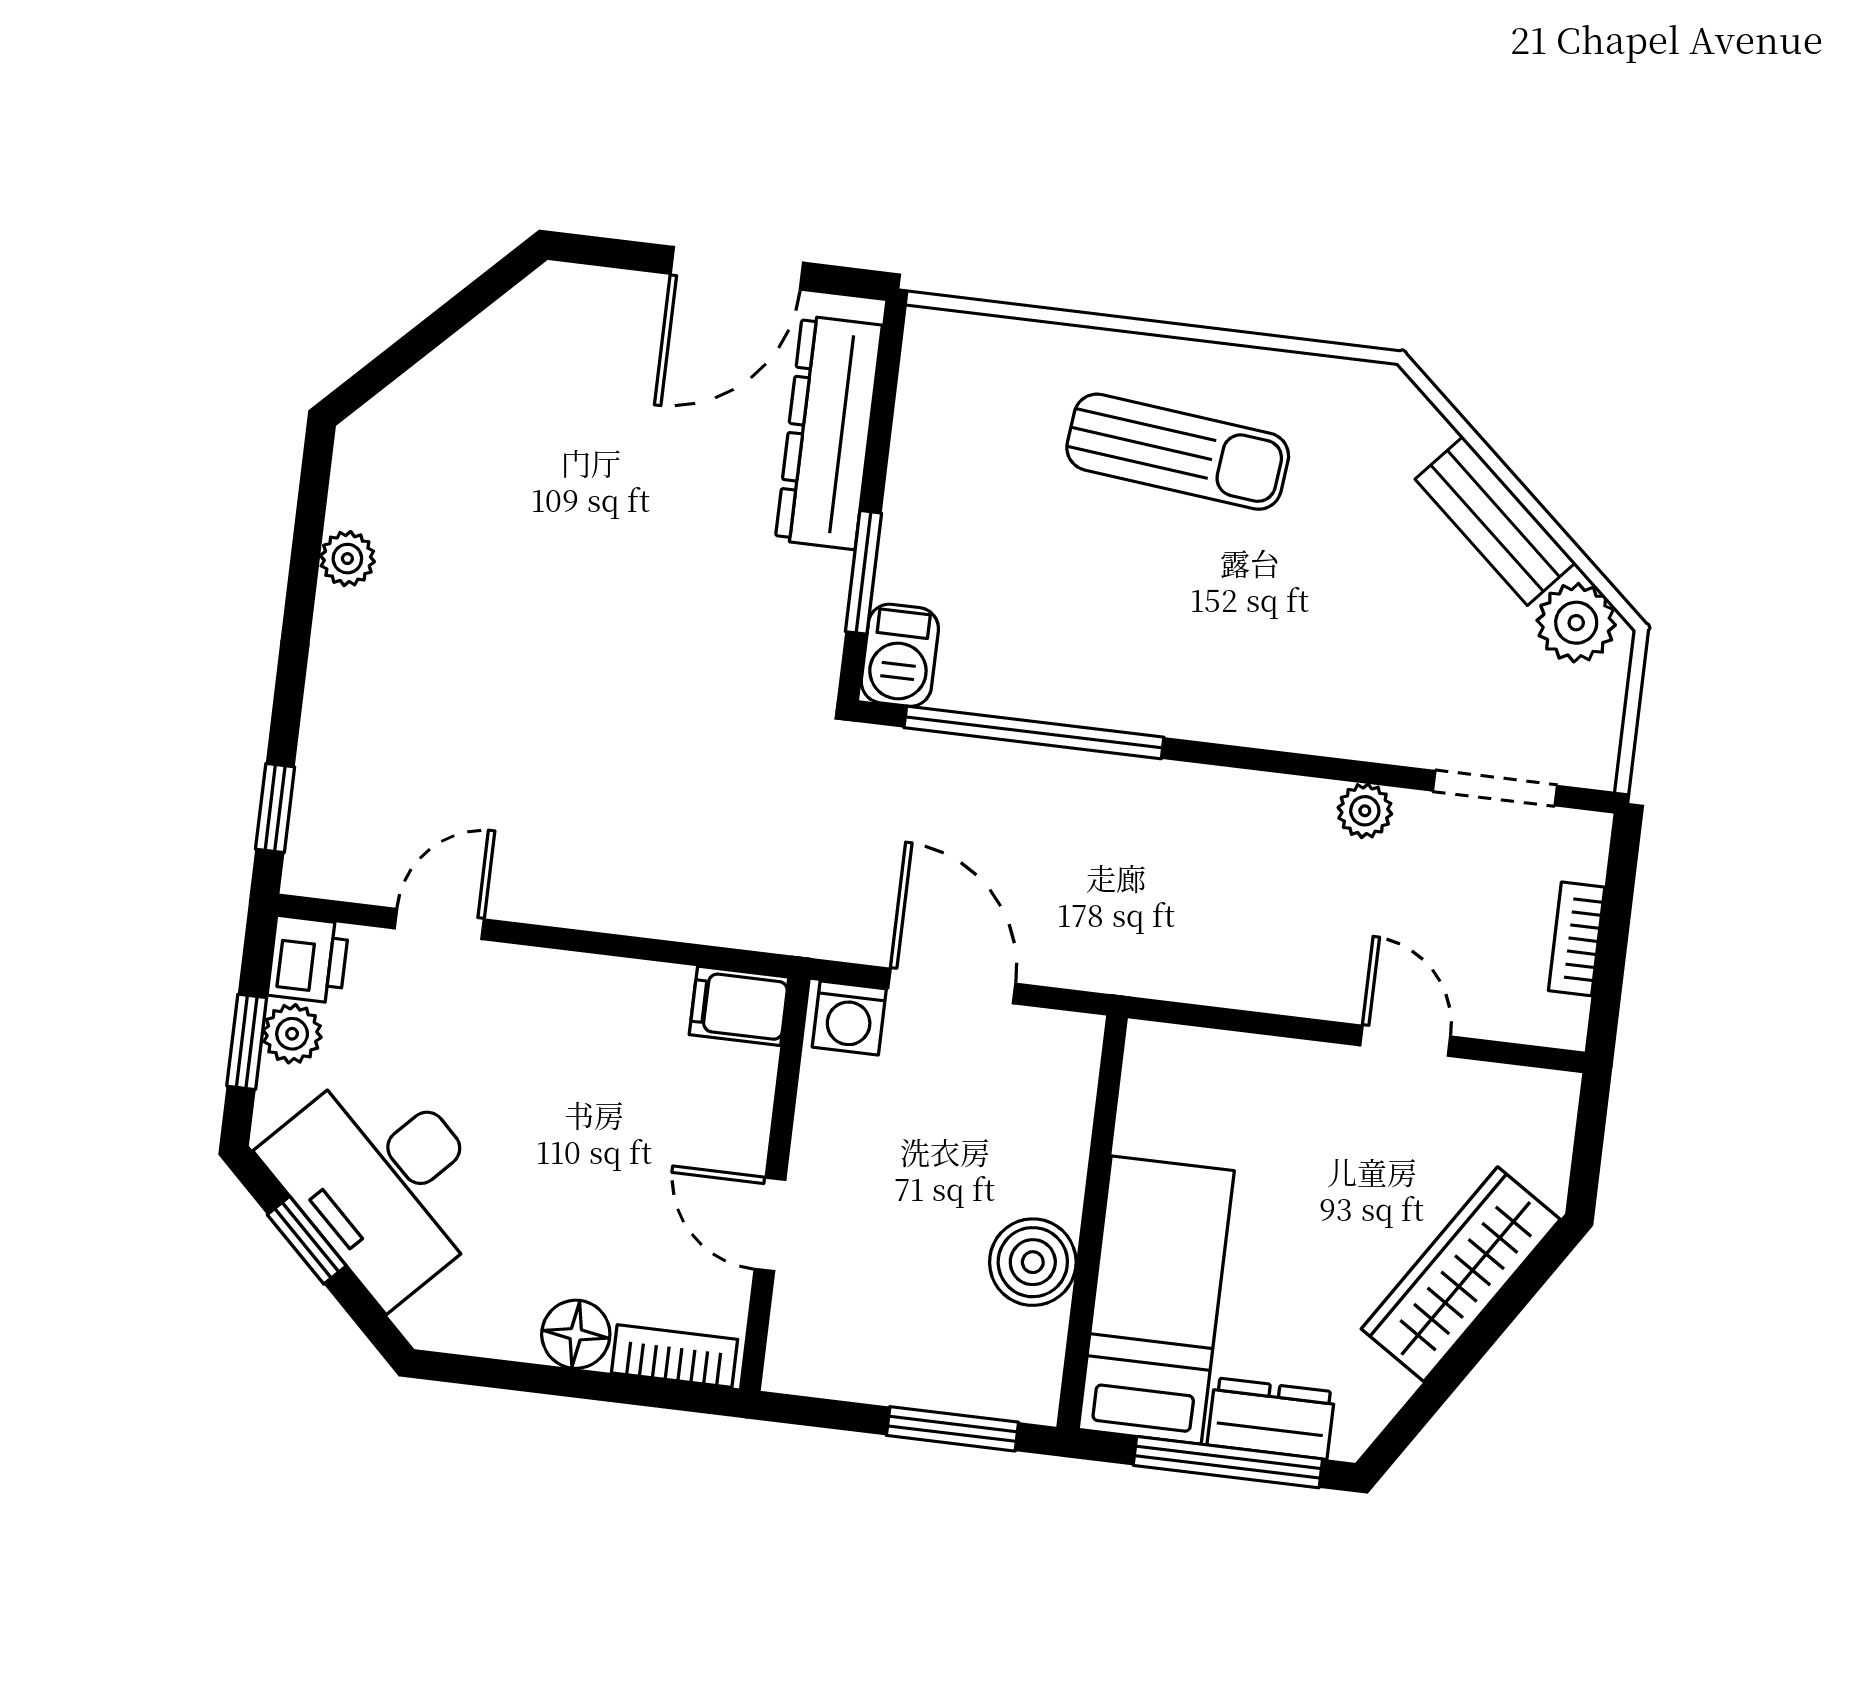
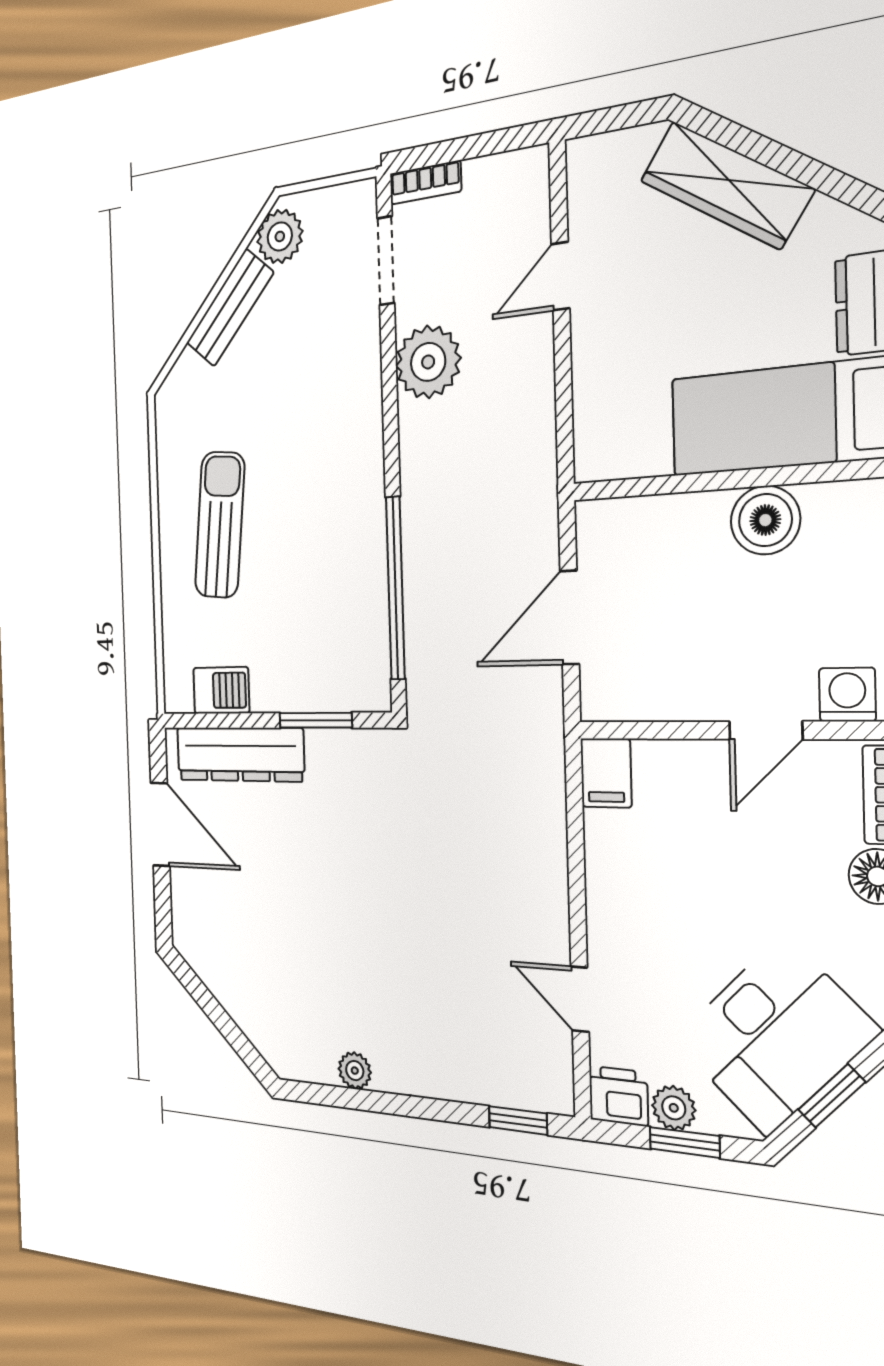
barbecue: (900, 655) -> (221, 690), moved
plant: (1365, 811) -> (428, 362), width x1.88, depth x1.88
bookcase: (1577, 939) -> (425, 182), moved
washing machine: (849, 1018) -> (847, 695), moved, turned -90

